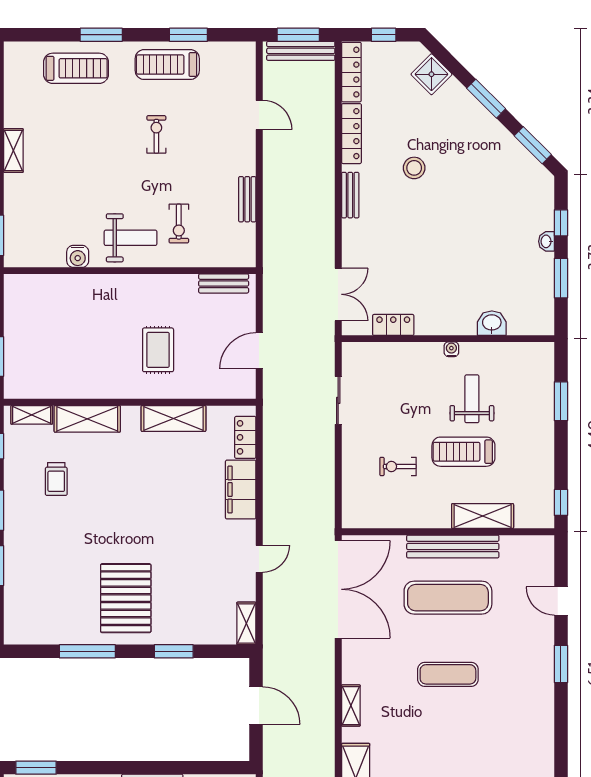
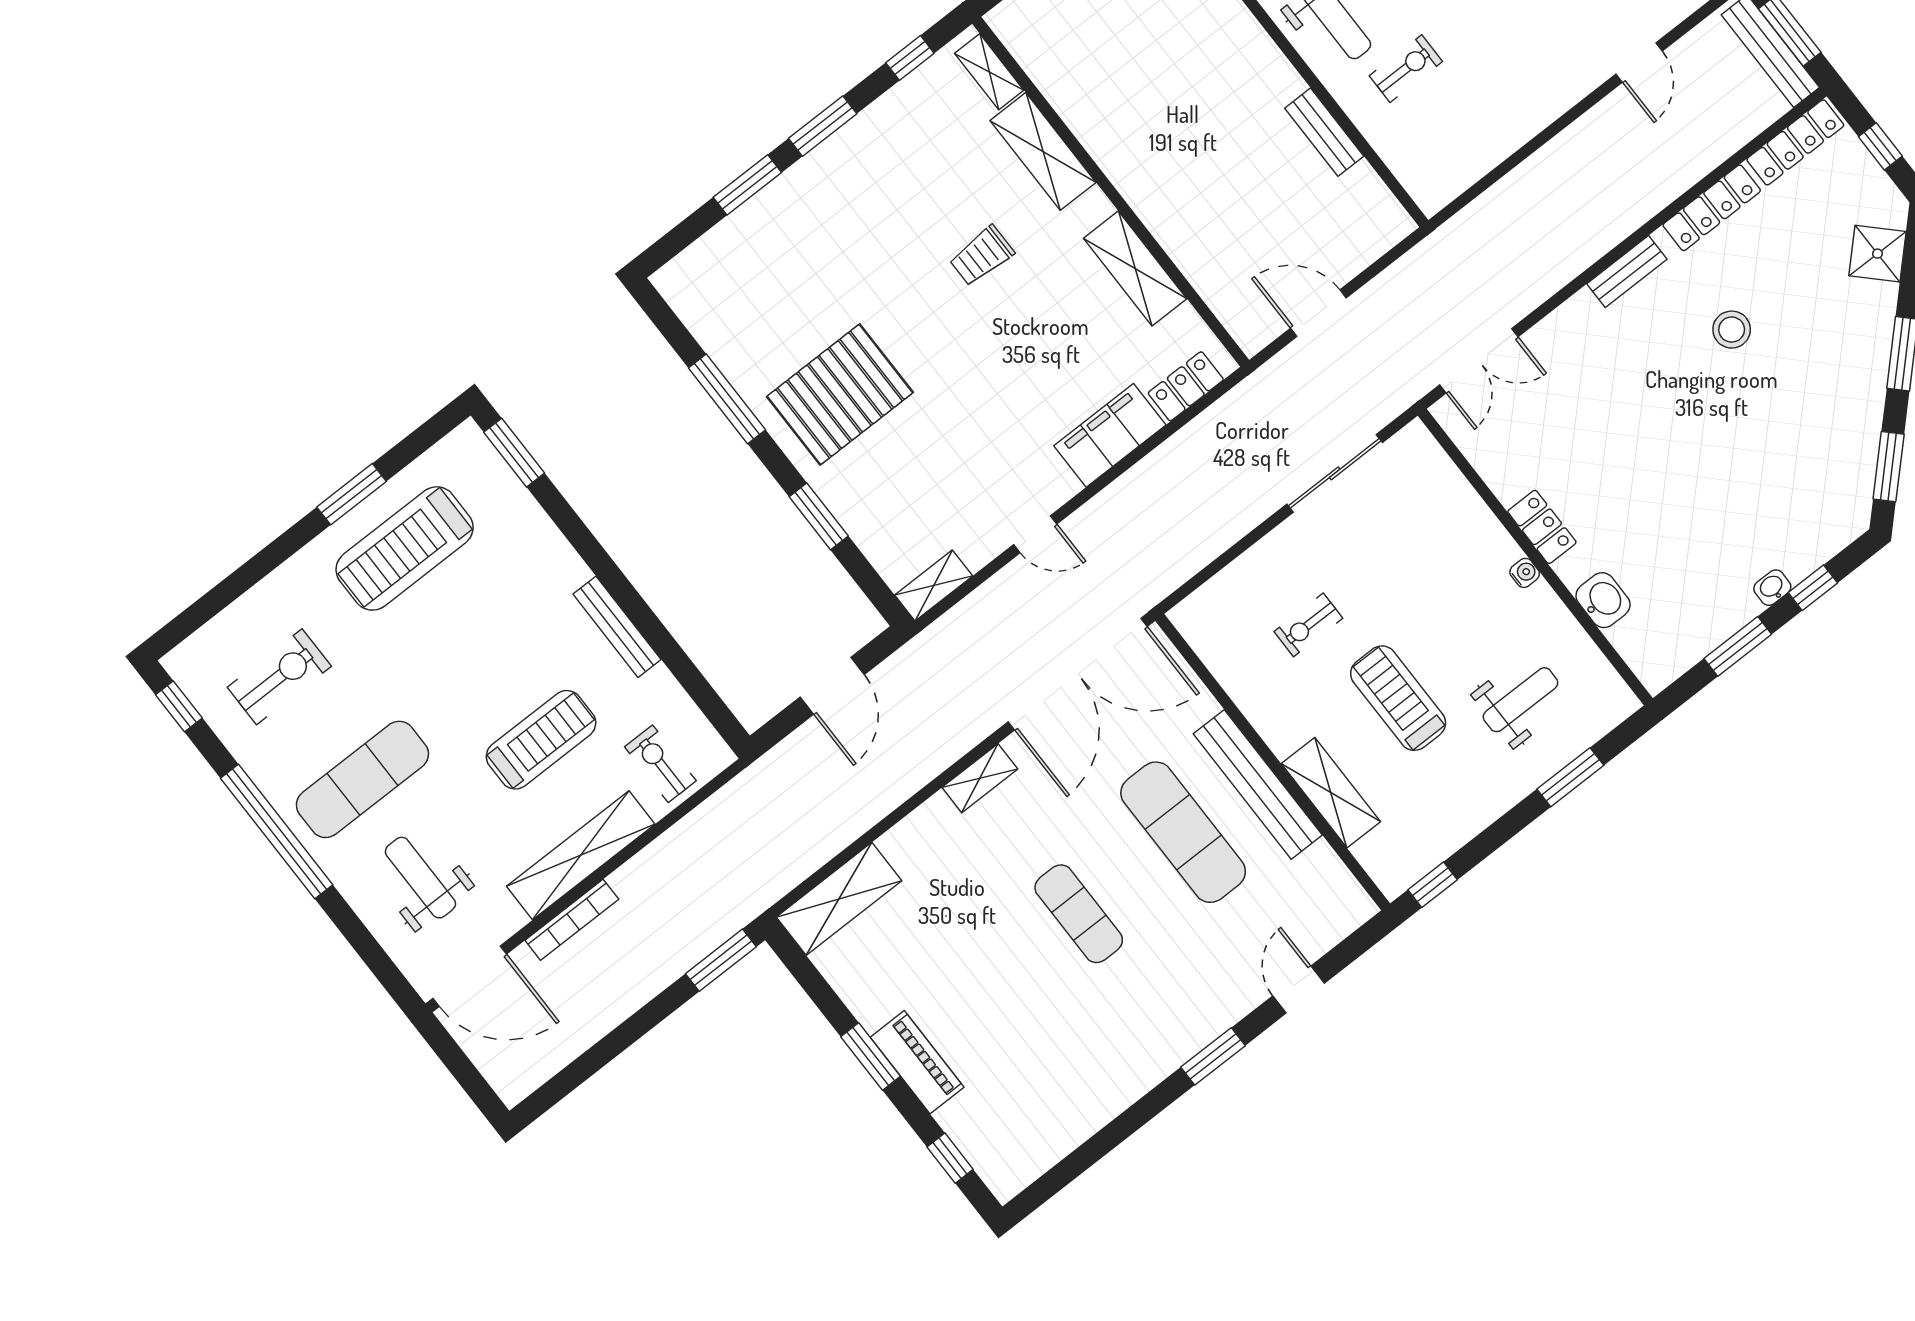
bench: (247, 199) -> (1512, 136), removed
exercise bike: (179, 224) -> (1406, 69), turned 180
bench: (224, 283) -> (1324, 132), moved
locker: (393, 325) -> (1542, 527), moved
rug: (158, 350) -> (1212, 175), removed
weight bench: (472, 399) -> (1520, 700), moved
sliding door: (338, 400) -> (1335, 473), width x1.37
exercise bike: (398, 466) -> (1308, 625), turned -90
trolley: (56, 479) -> (982, 256), moved
shelving: (351, 706) -> (980, 778), moved

